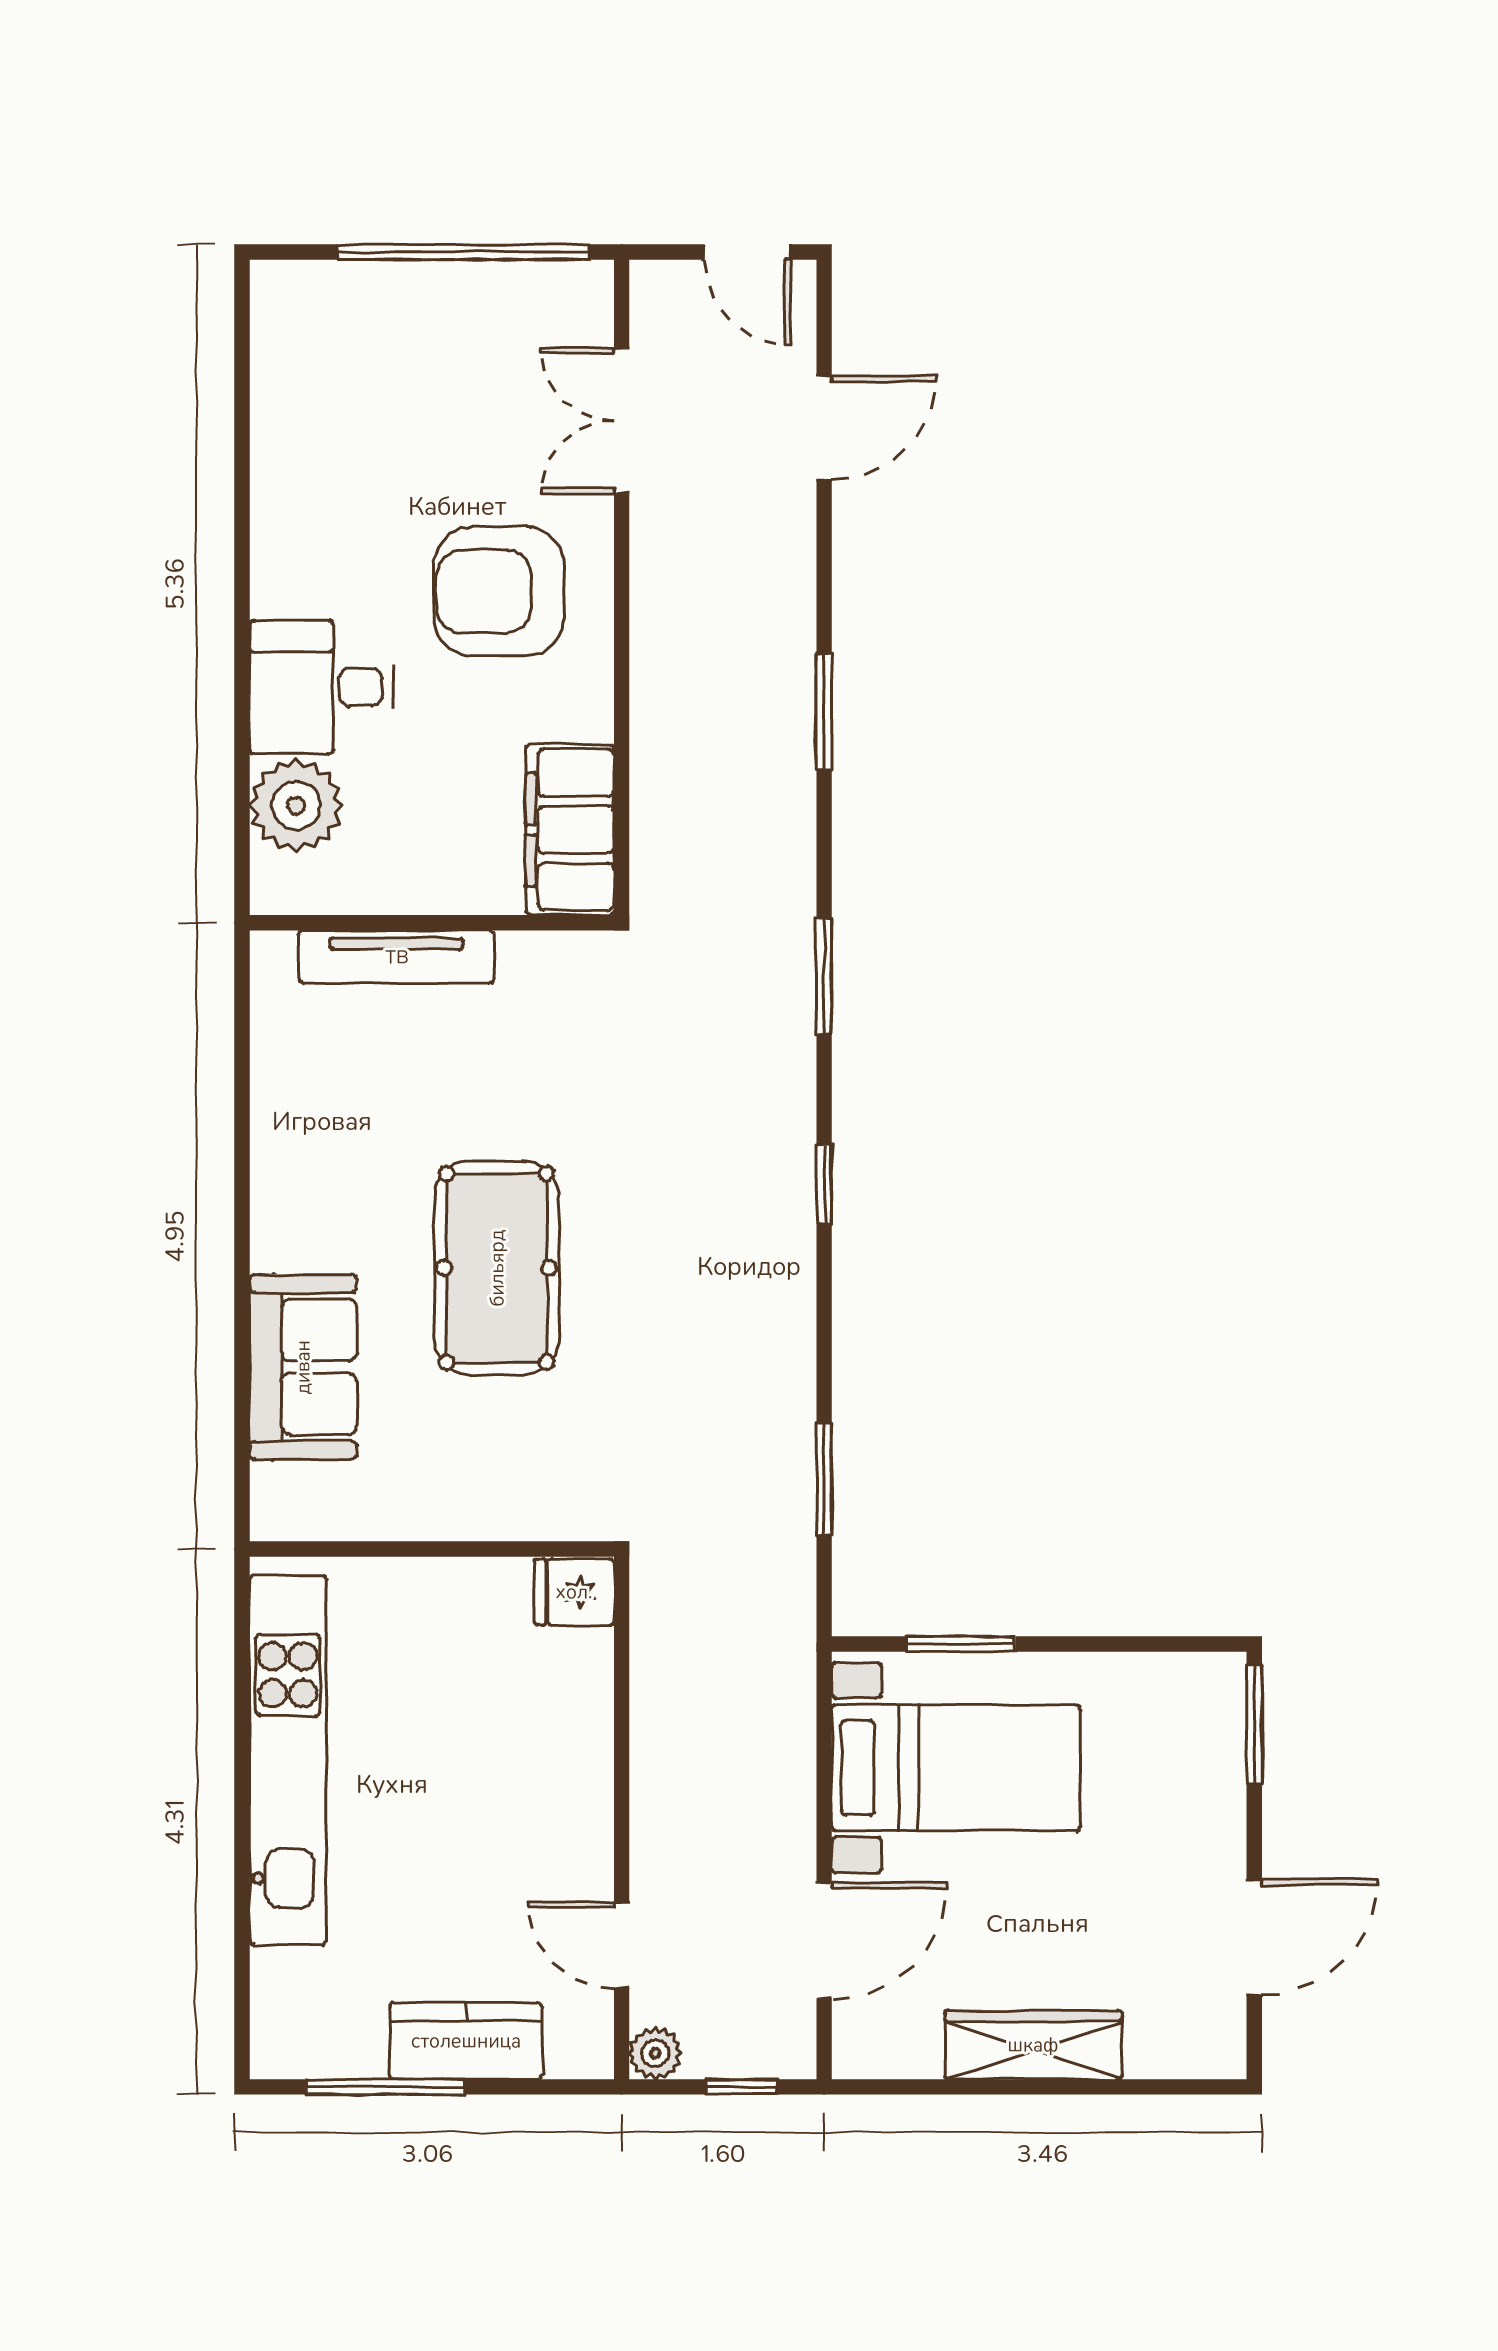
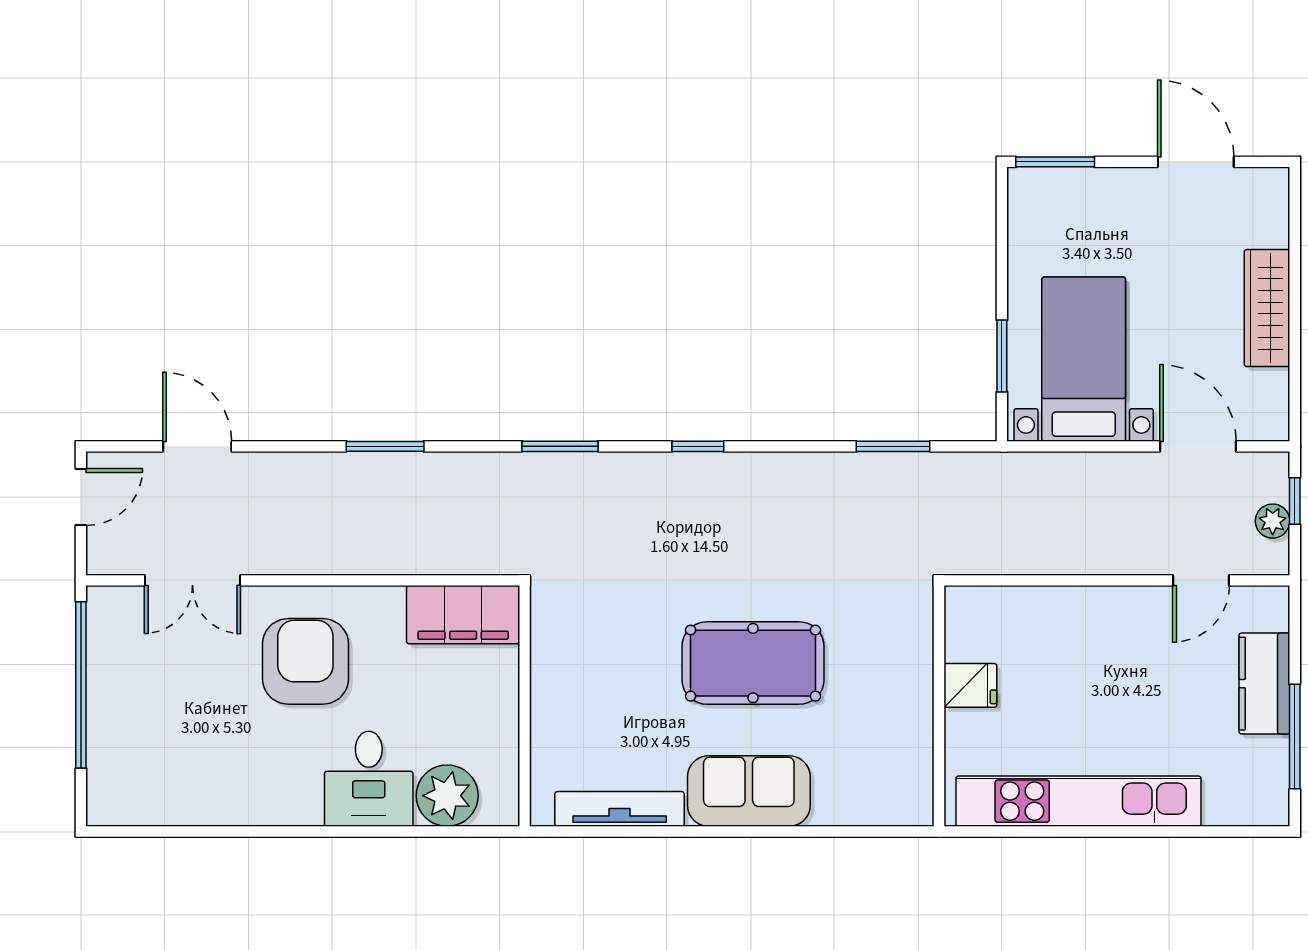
armchair: (499, 591) -> (305, 661), turned 180
tv unit: (397, 957) -> (620, 809), moved, turned -90
sofa: (303, 1367) -> (749, 791), moved
fridge: (574, 1592) -> (970, 685), moved, turned -90
plant: (655, 2053) -> (1273, 521), moved

